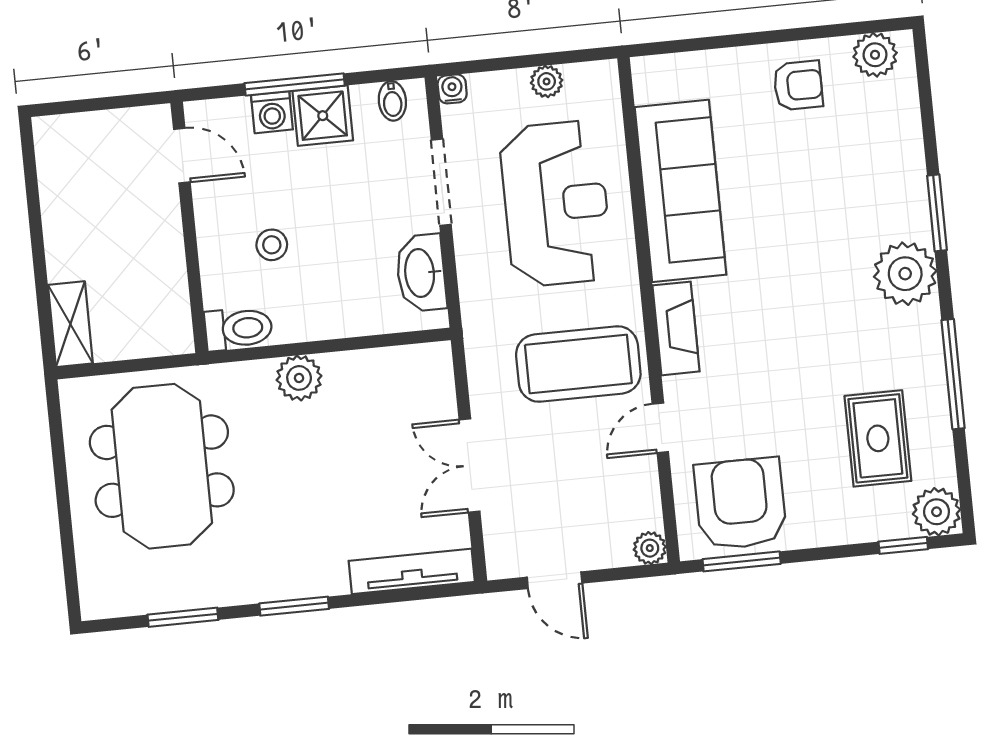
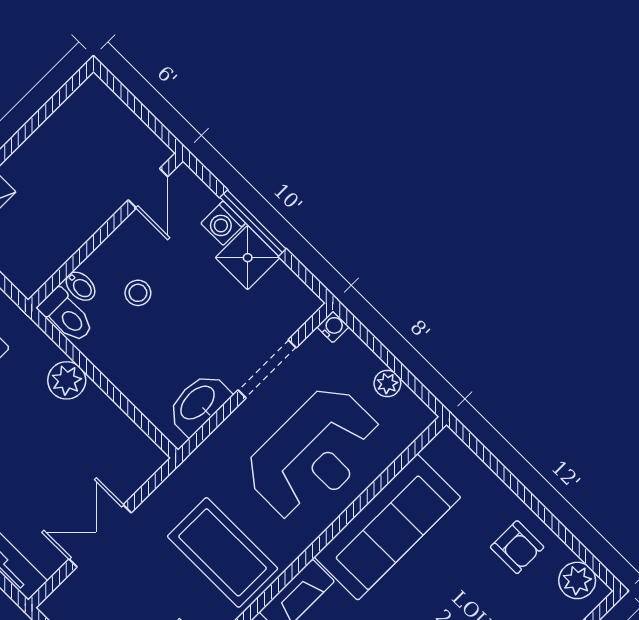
bidet: (392, 101) -> (81, 286), moved, turned -90

